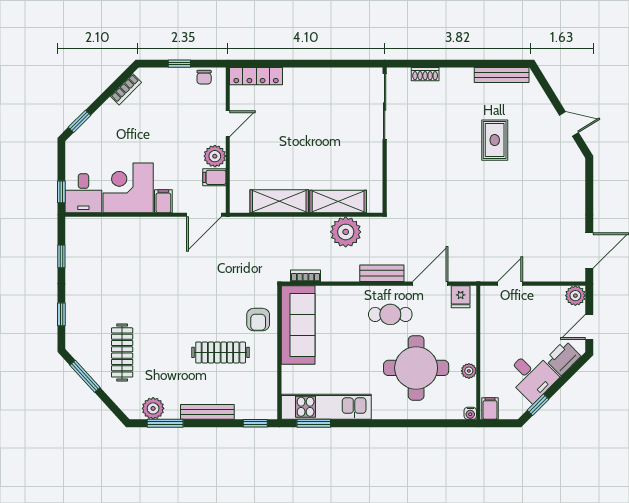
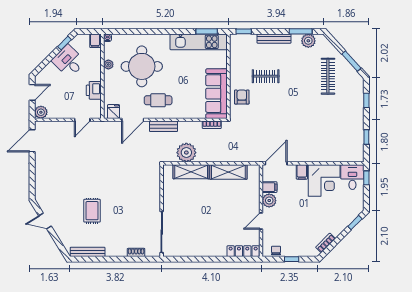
clothes rail: (221, 352) -> (266, 76), width x0.73
printer: (563, 358) -> (94, 90), moved, turned 135

